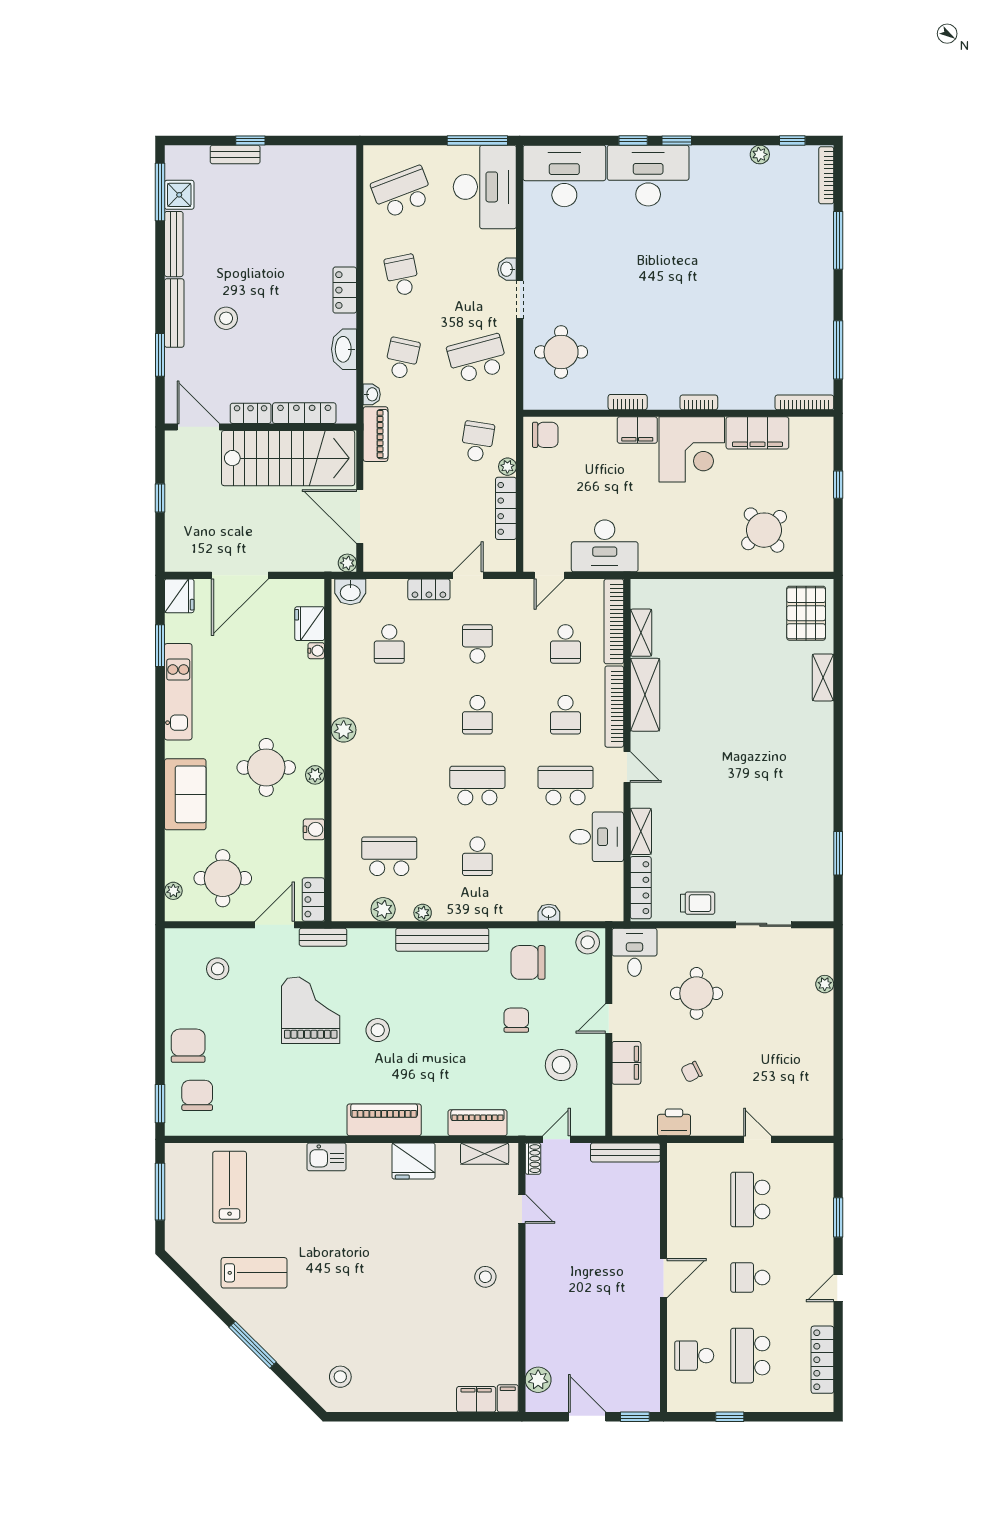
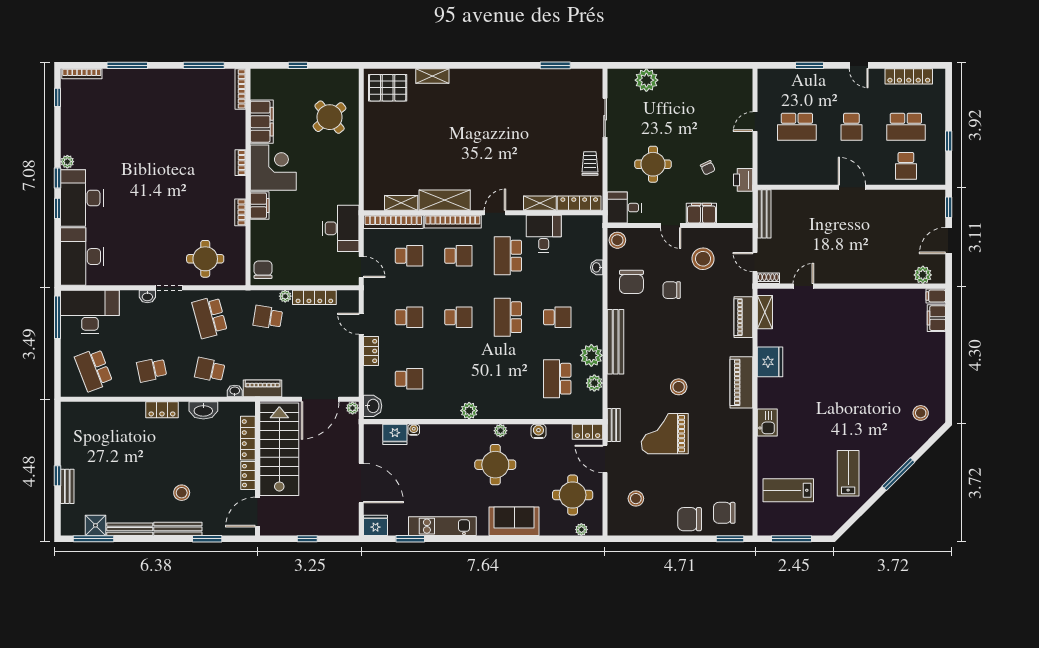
plant: (760, 154) -> (67, 162), moved
school desk: (477, 644) -> (409, 317), turned 180
plant: (423, 913) -> (591, 355), width x1.87, depth x1.87
plant: (825, 984) -> (646, 80), width x1.87, depth x1.87
stool: (485, 1277) -> (851, 312), removed

